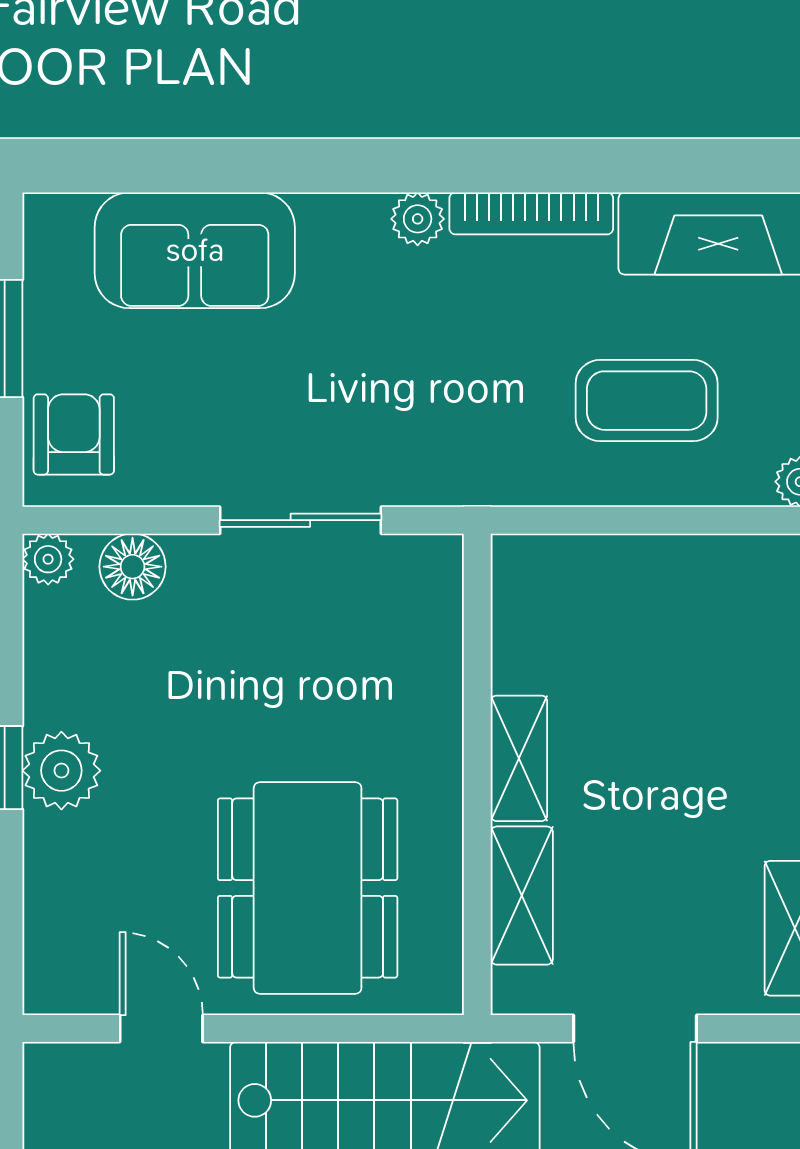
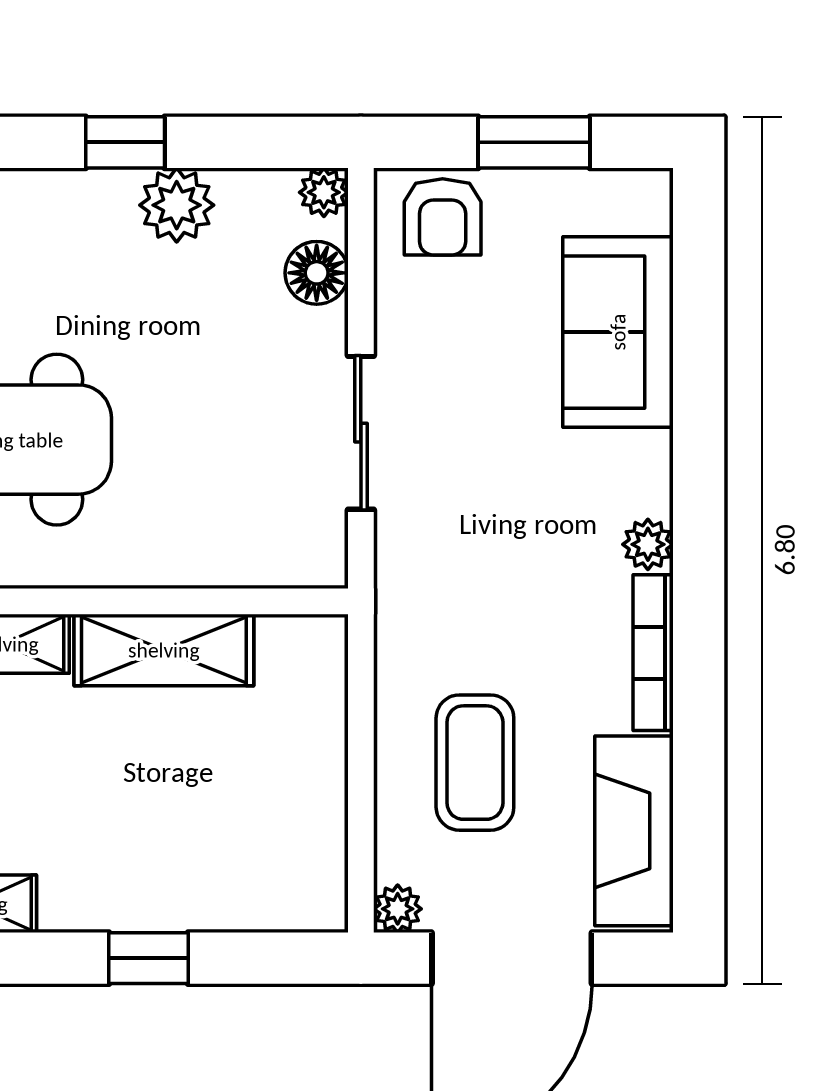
armchair: (74, 434) -> (443, 217), turned 90
shelving: (519, 758) -> (164, 650), width x1.50, depth x1.33
plant: (61, 771) -> (177, 205), moved

